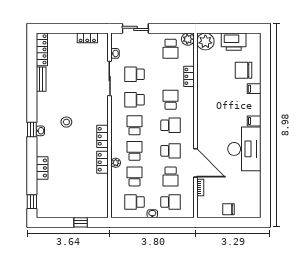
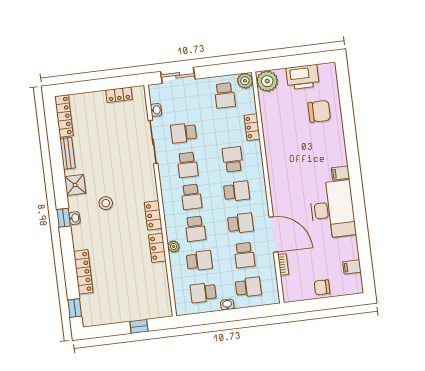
chair: (243, 70) -> (319, 111), turned 180
filing cabinet: (254, 89) -> (352, 267), moved
school desk: (134, 100) -> (187, 165), turned -90
shower: (44, 105) -> (75, 185), added
school desk: (134, 125) -> (191, 197), turned 180
school desk: (134, 151) -> (195, 229), turned 180
locker: (42, 168) -> (83, 272), width x1.53
school desk: (134, 176) -> (199, 261), turned 90

